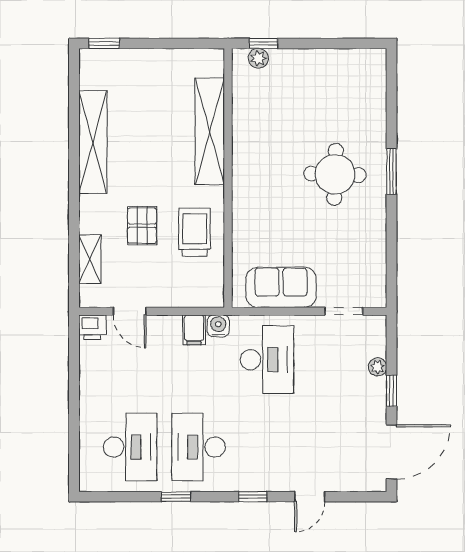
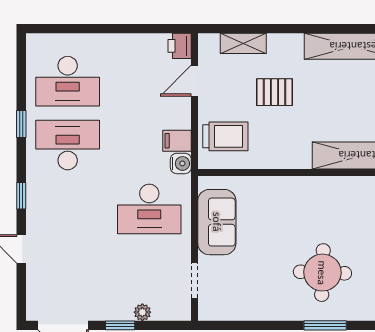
trolley: (194, 232) -> (225, 136), moved

